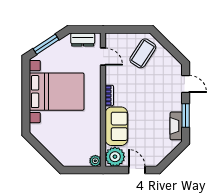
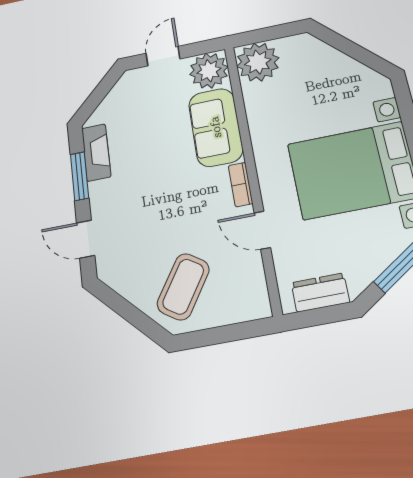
door: (103, 57) -> (262, 230), moved
plant: (95, 161) -> (258, 62), width x1.87, depth x1.87
door: (137, 170) -> (163, 56), swing flipped

